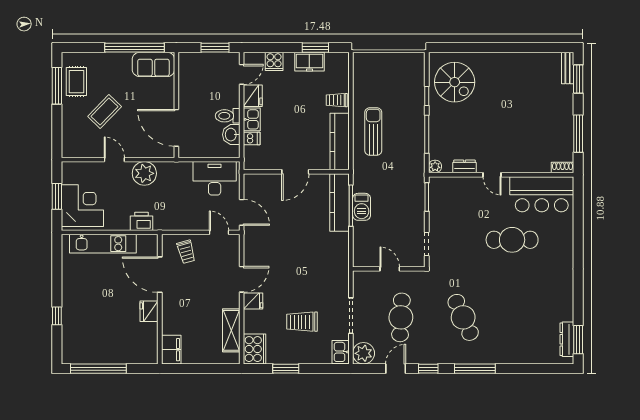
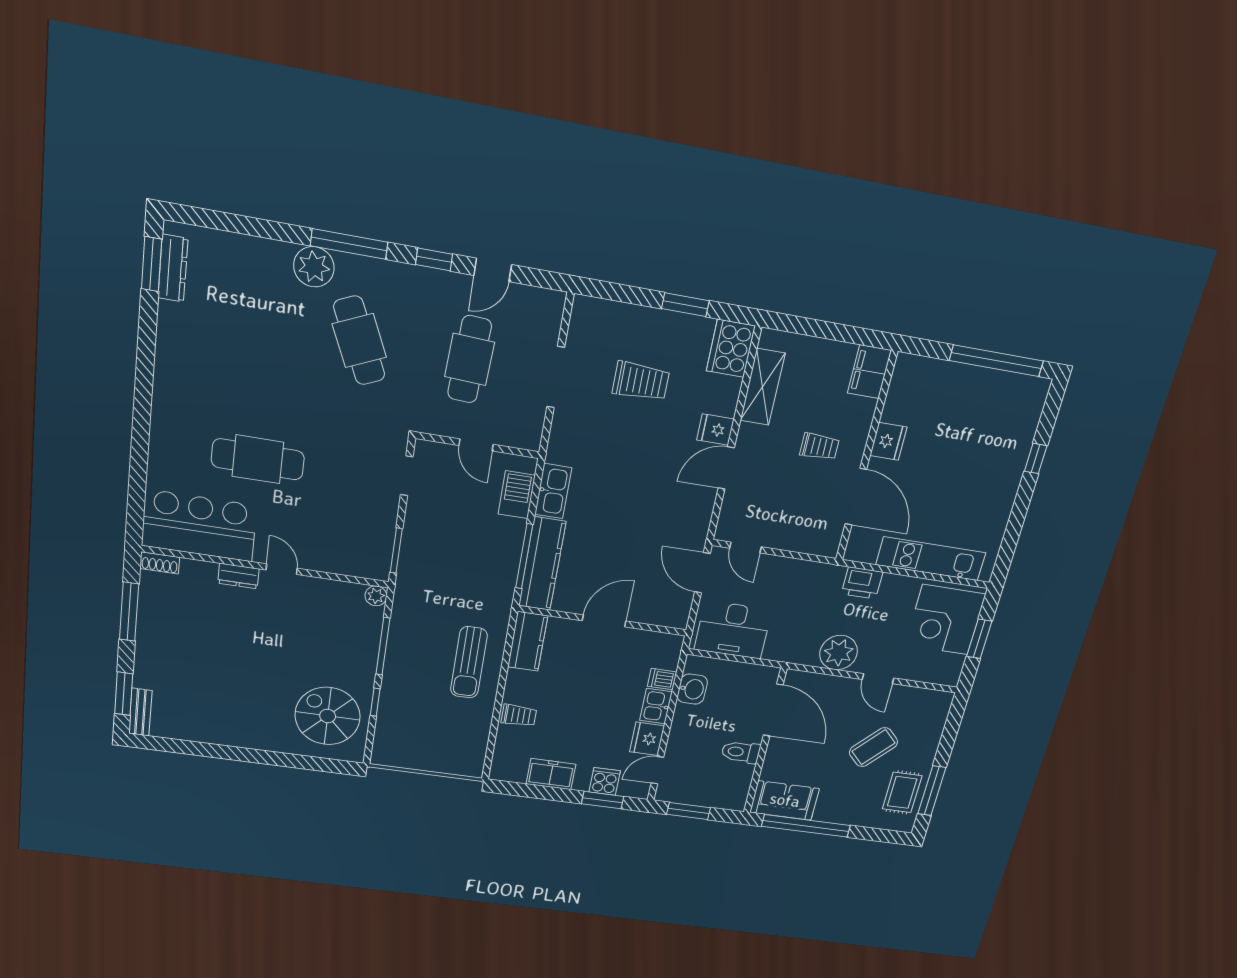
window: (315, 48) -> (603, 800), moved
toilet: (228, 116) -> (741, 752), moved, turned 180
kitchen counter: (340, 142) -> (528, 641), width x0.67
dresser: (464, 166) -> (238, 576), moved
barbecue: (362, 207) -> (517, 495), moved
trolley: (186, 252) -> (819, 446), moved, turned 105
kitchen sink: (341, 352) -> (553, 491), moved, width x1.38
plant: (364, 353) -> (314, 267), moved

